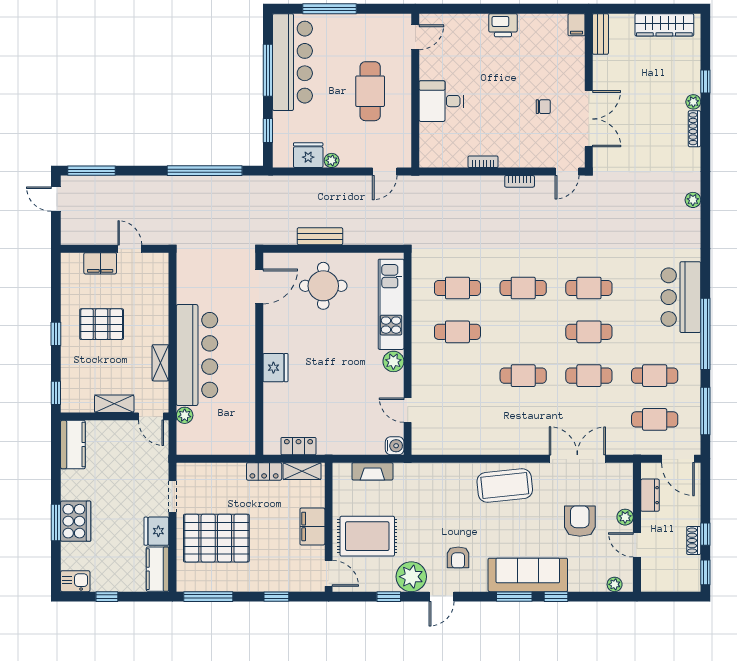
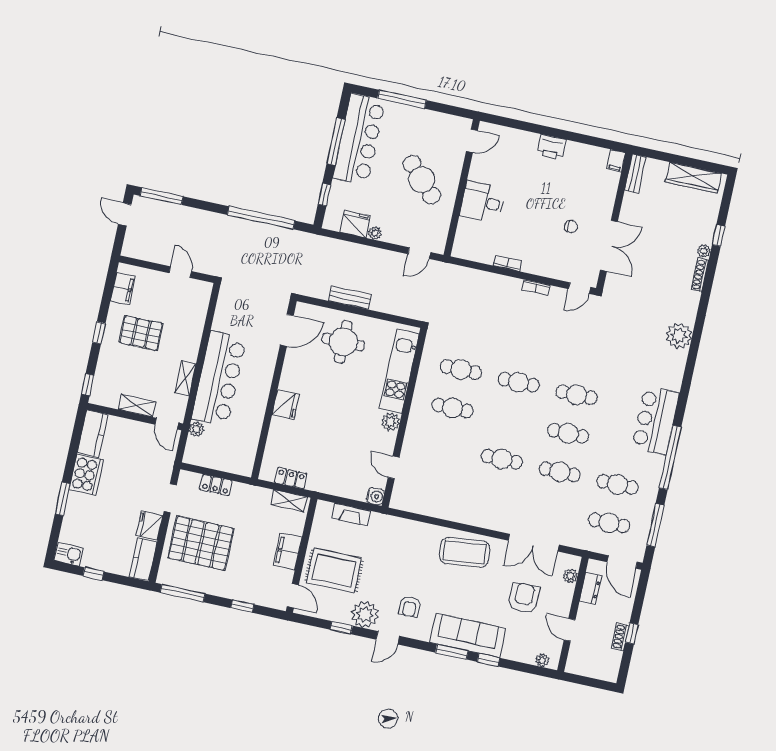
cafe table: (370, 91) -> (422, 180), turned -44
plant: (693, 200) -> (679, 336), width x1.88, depth x1.88
filing cabinet: (100, 263) -> (123, 289), moved, turned -90
double door: (577, 459) -> (534, 543), swing flipped
locker: (264, 471) -> (216, 485), moved
plant: (625, 517) -> (570, 576), moved
cooker: (76, 521) -> (86, 475), moved
window: (705, 572) -> (624, 667), removed

